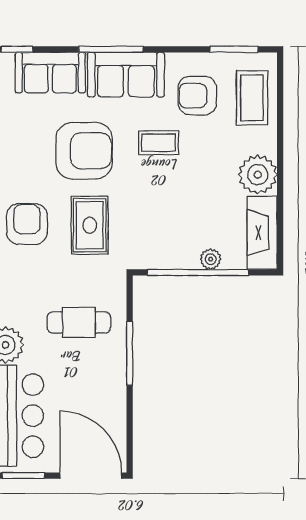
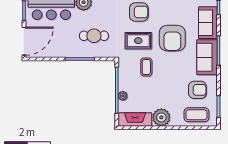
armchair: (197, 96) -> (197, 90), turned 90
coffee table: (159, 143) -> (146, 67), moved
cafe table: (79, 322) -> (94, 36), turned 90

